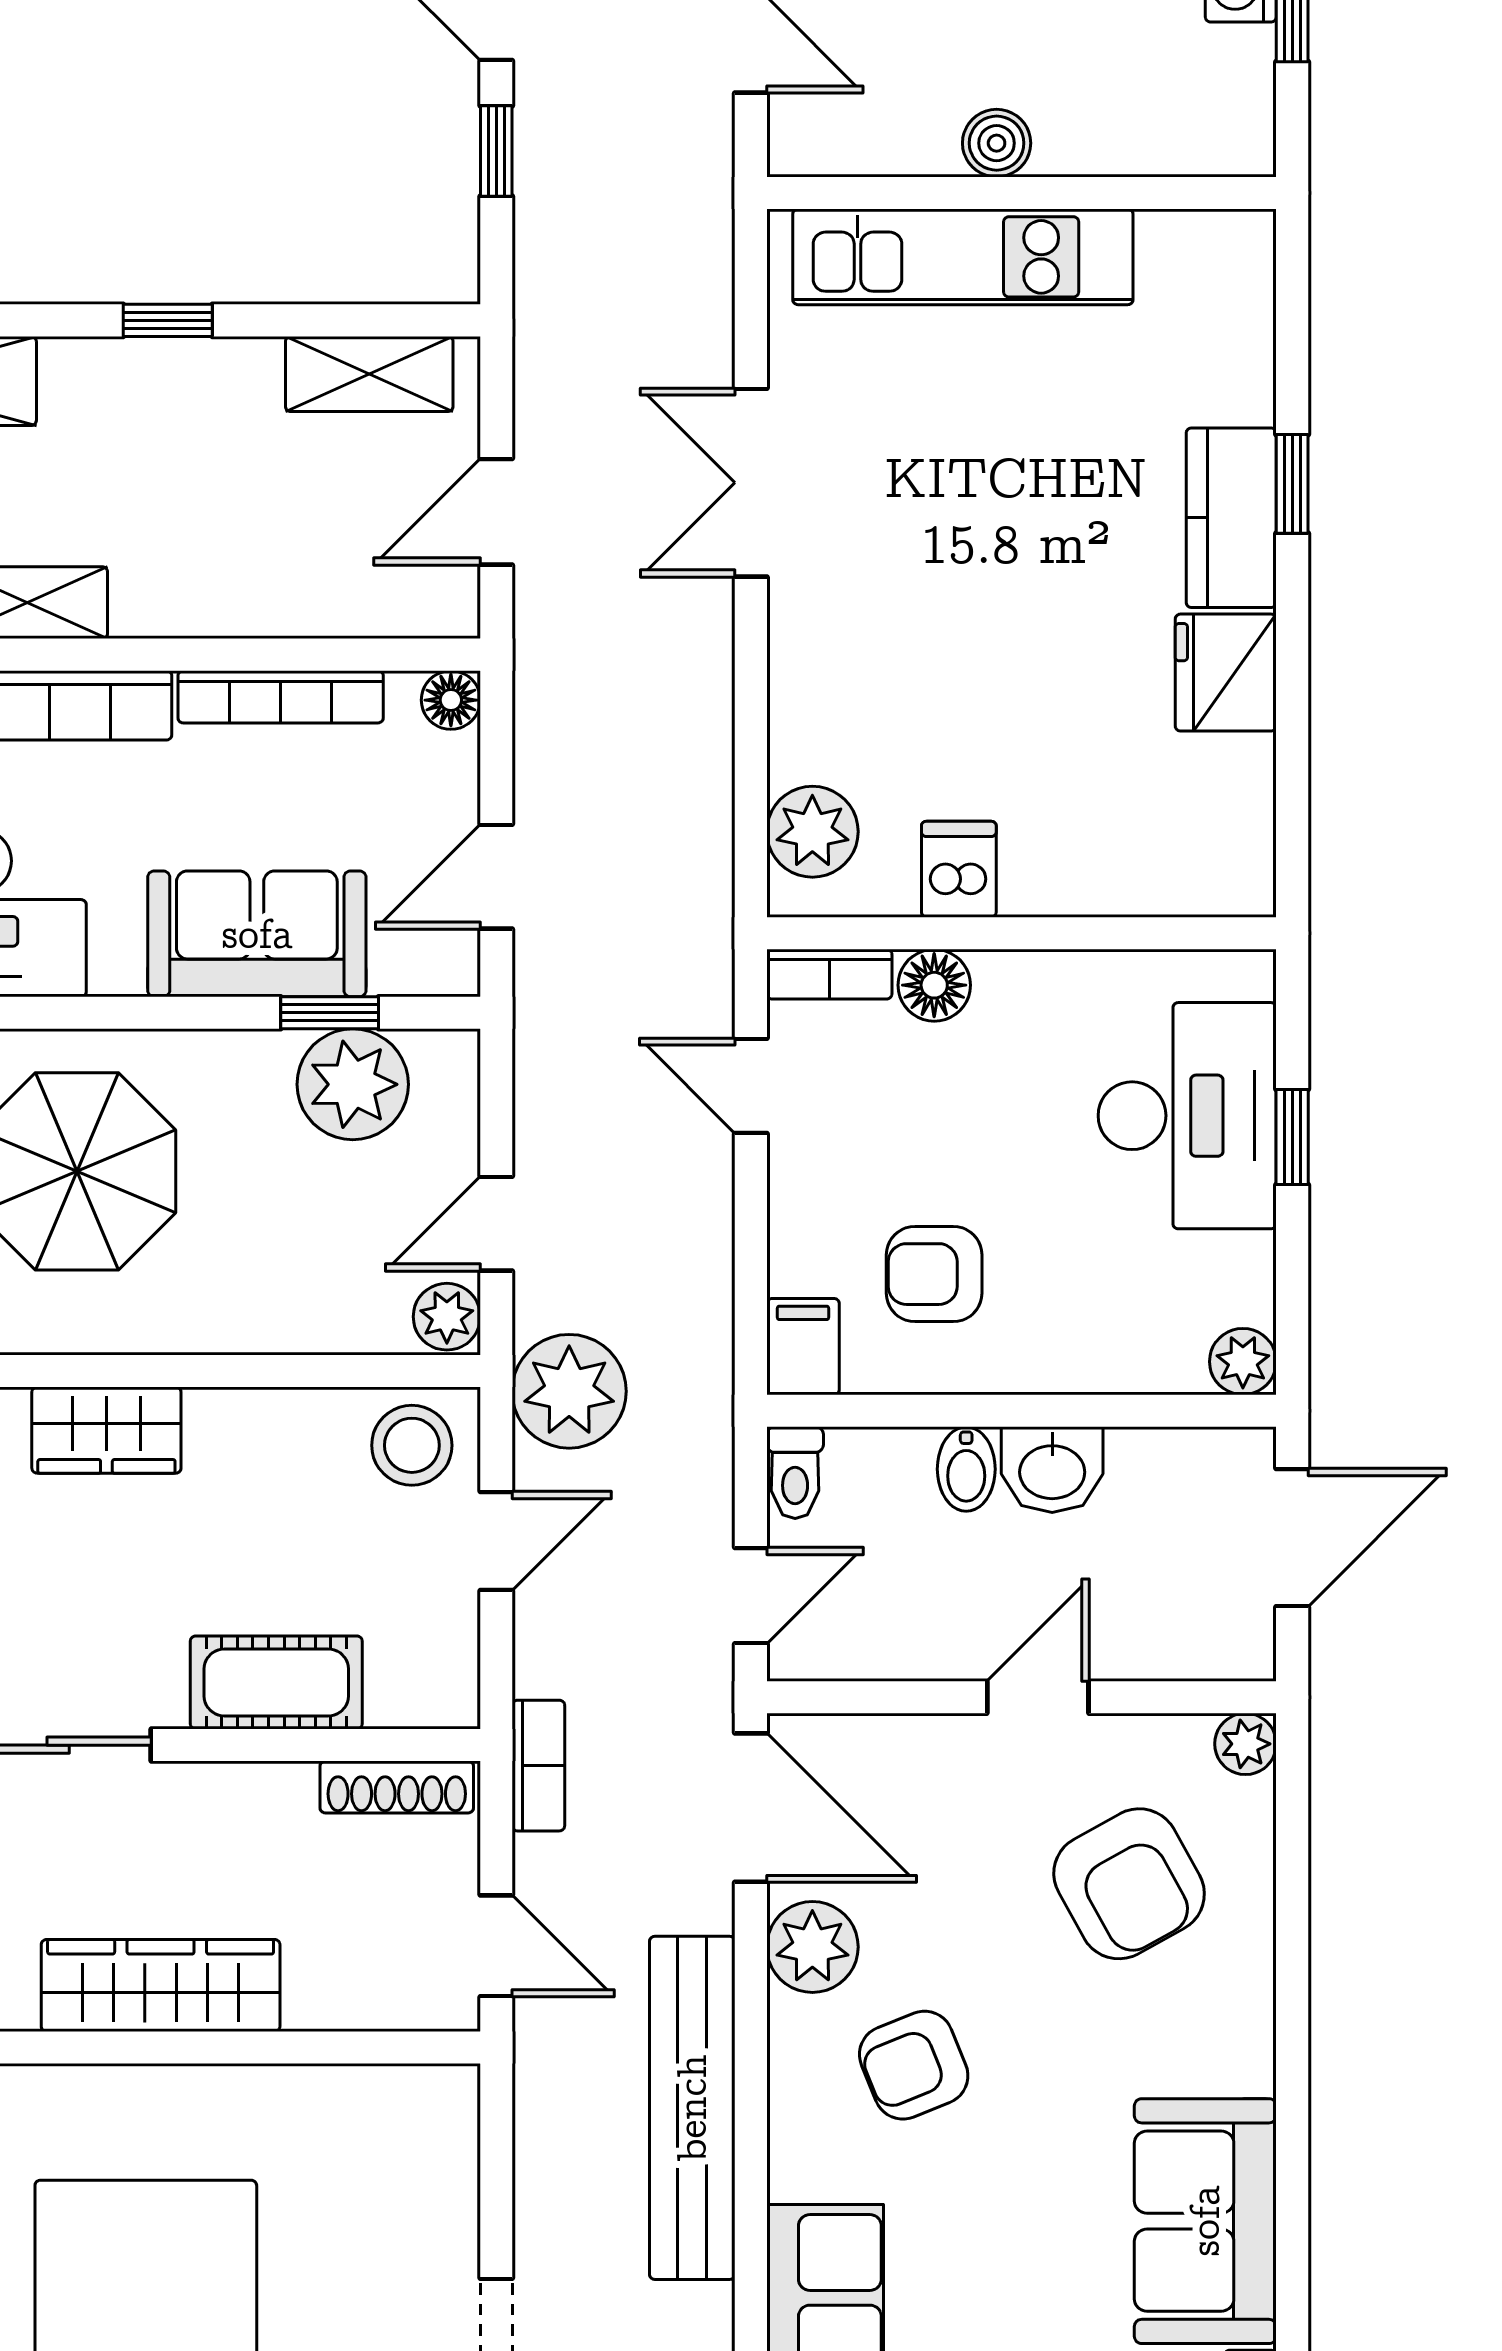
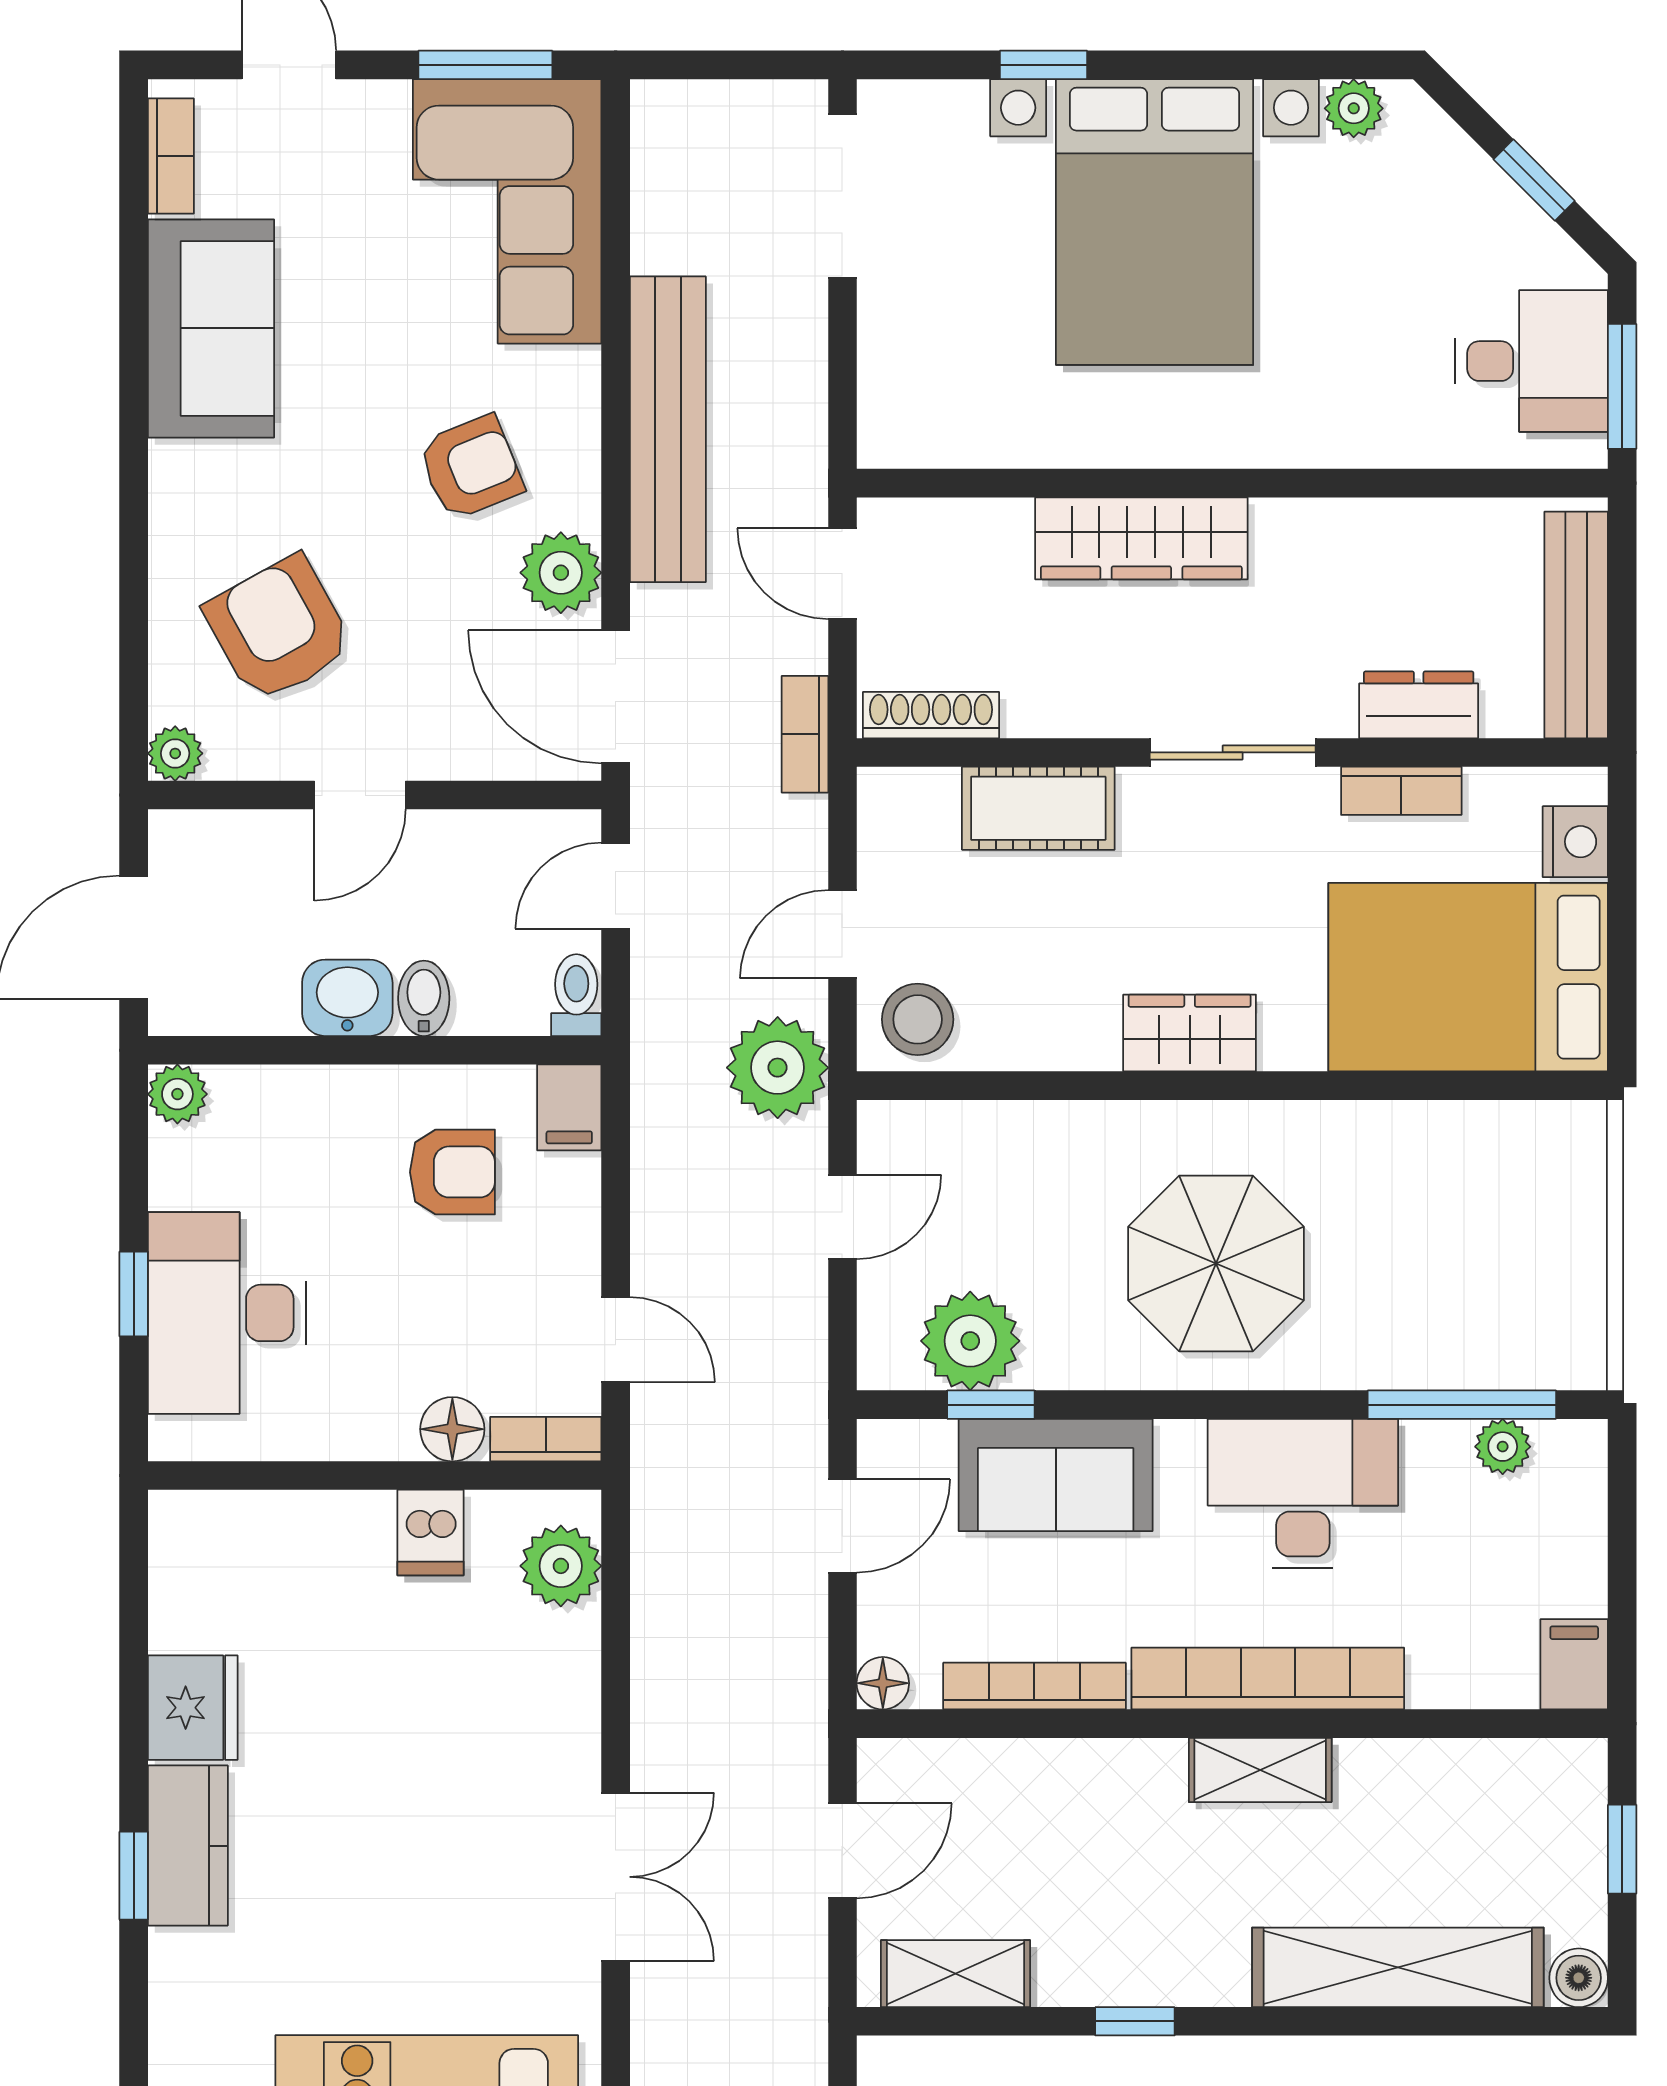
plant: (447, 1317) -> (886, 1134), removed

